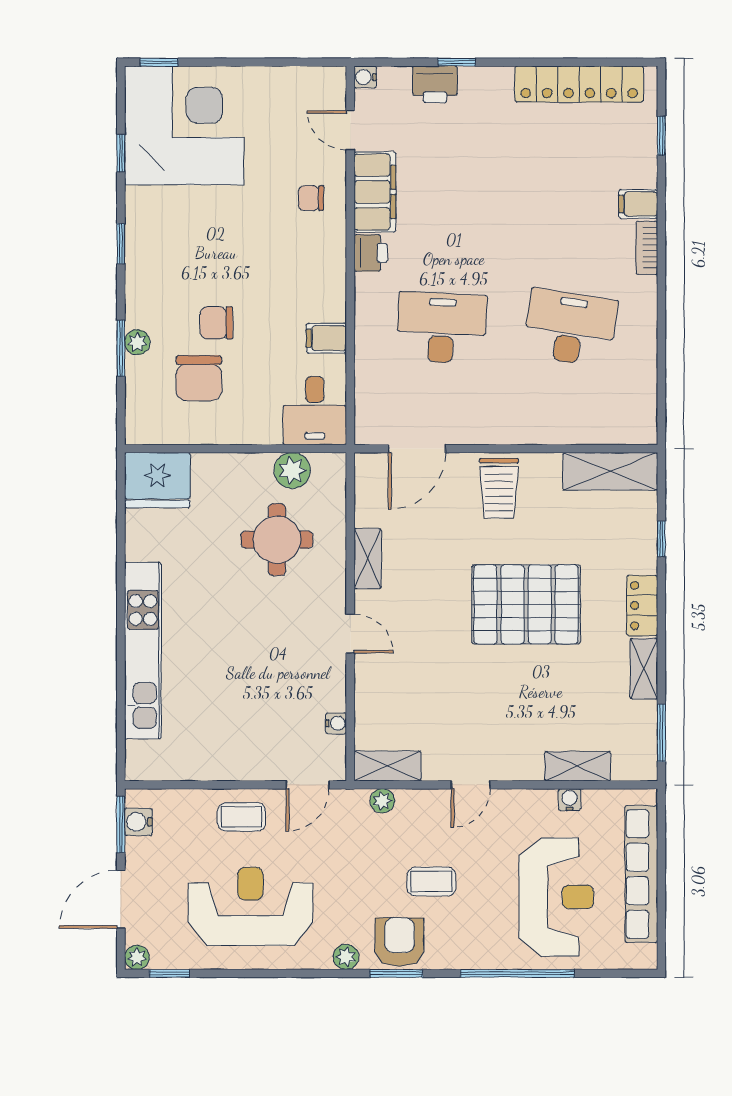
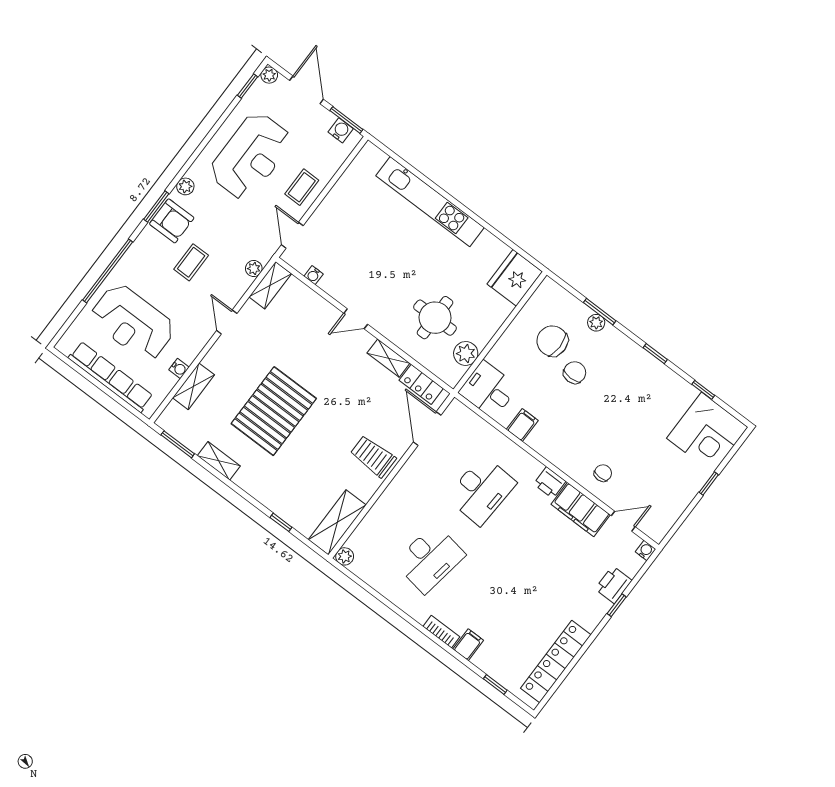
window: (159, 62) -> (709, 484), moved
corner desk: (184, 125) -> (707, 433), width x0.74, depth x0.74
plant: (644, 432) -> (345, 556), added
pallet: (526, 604) -> (274, 411), moved
locker: (642, 605) -> (421, 384), moved, turned 180

